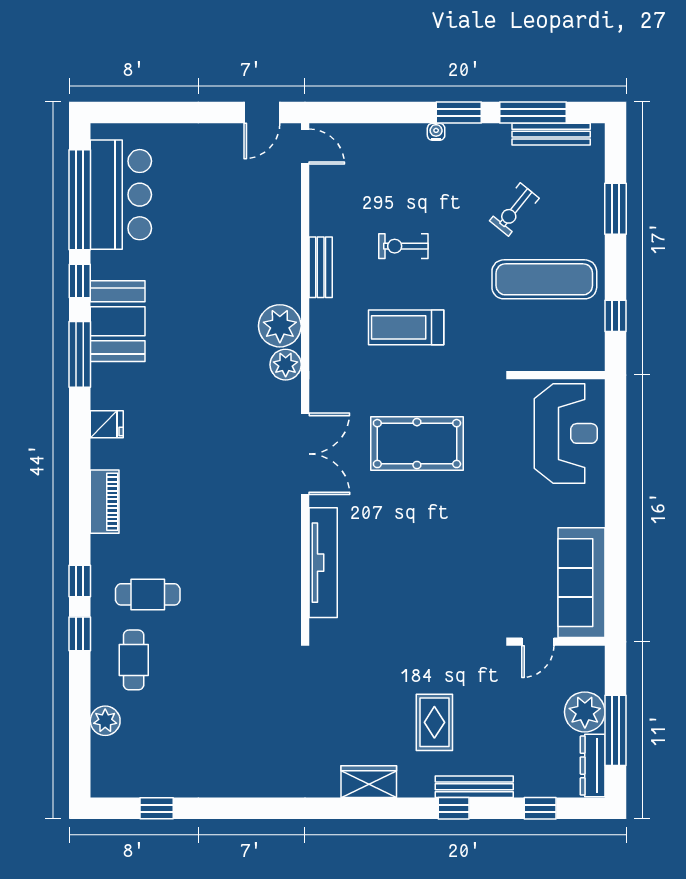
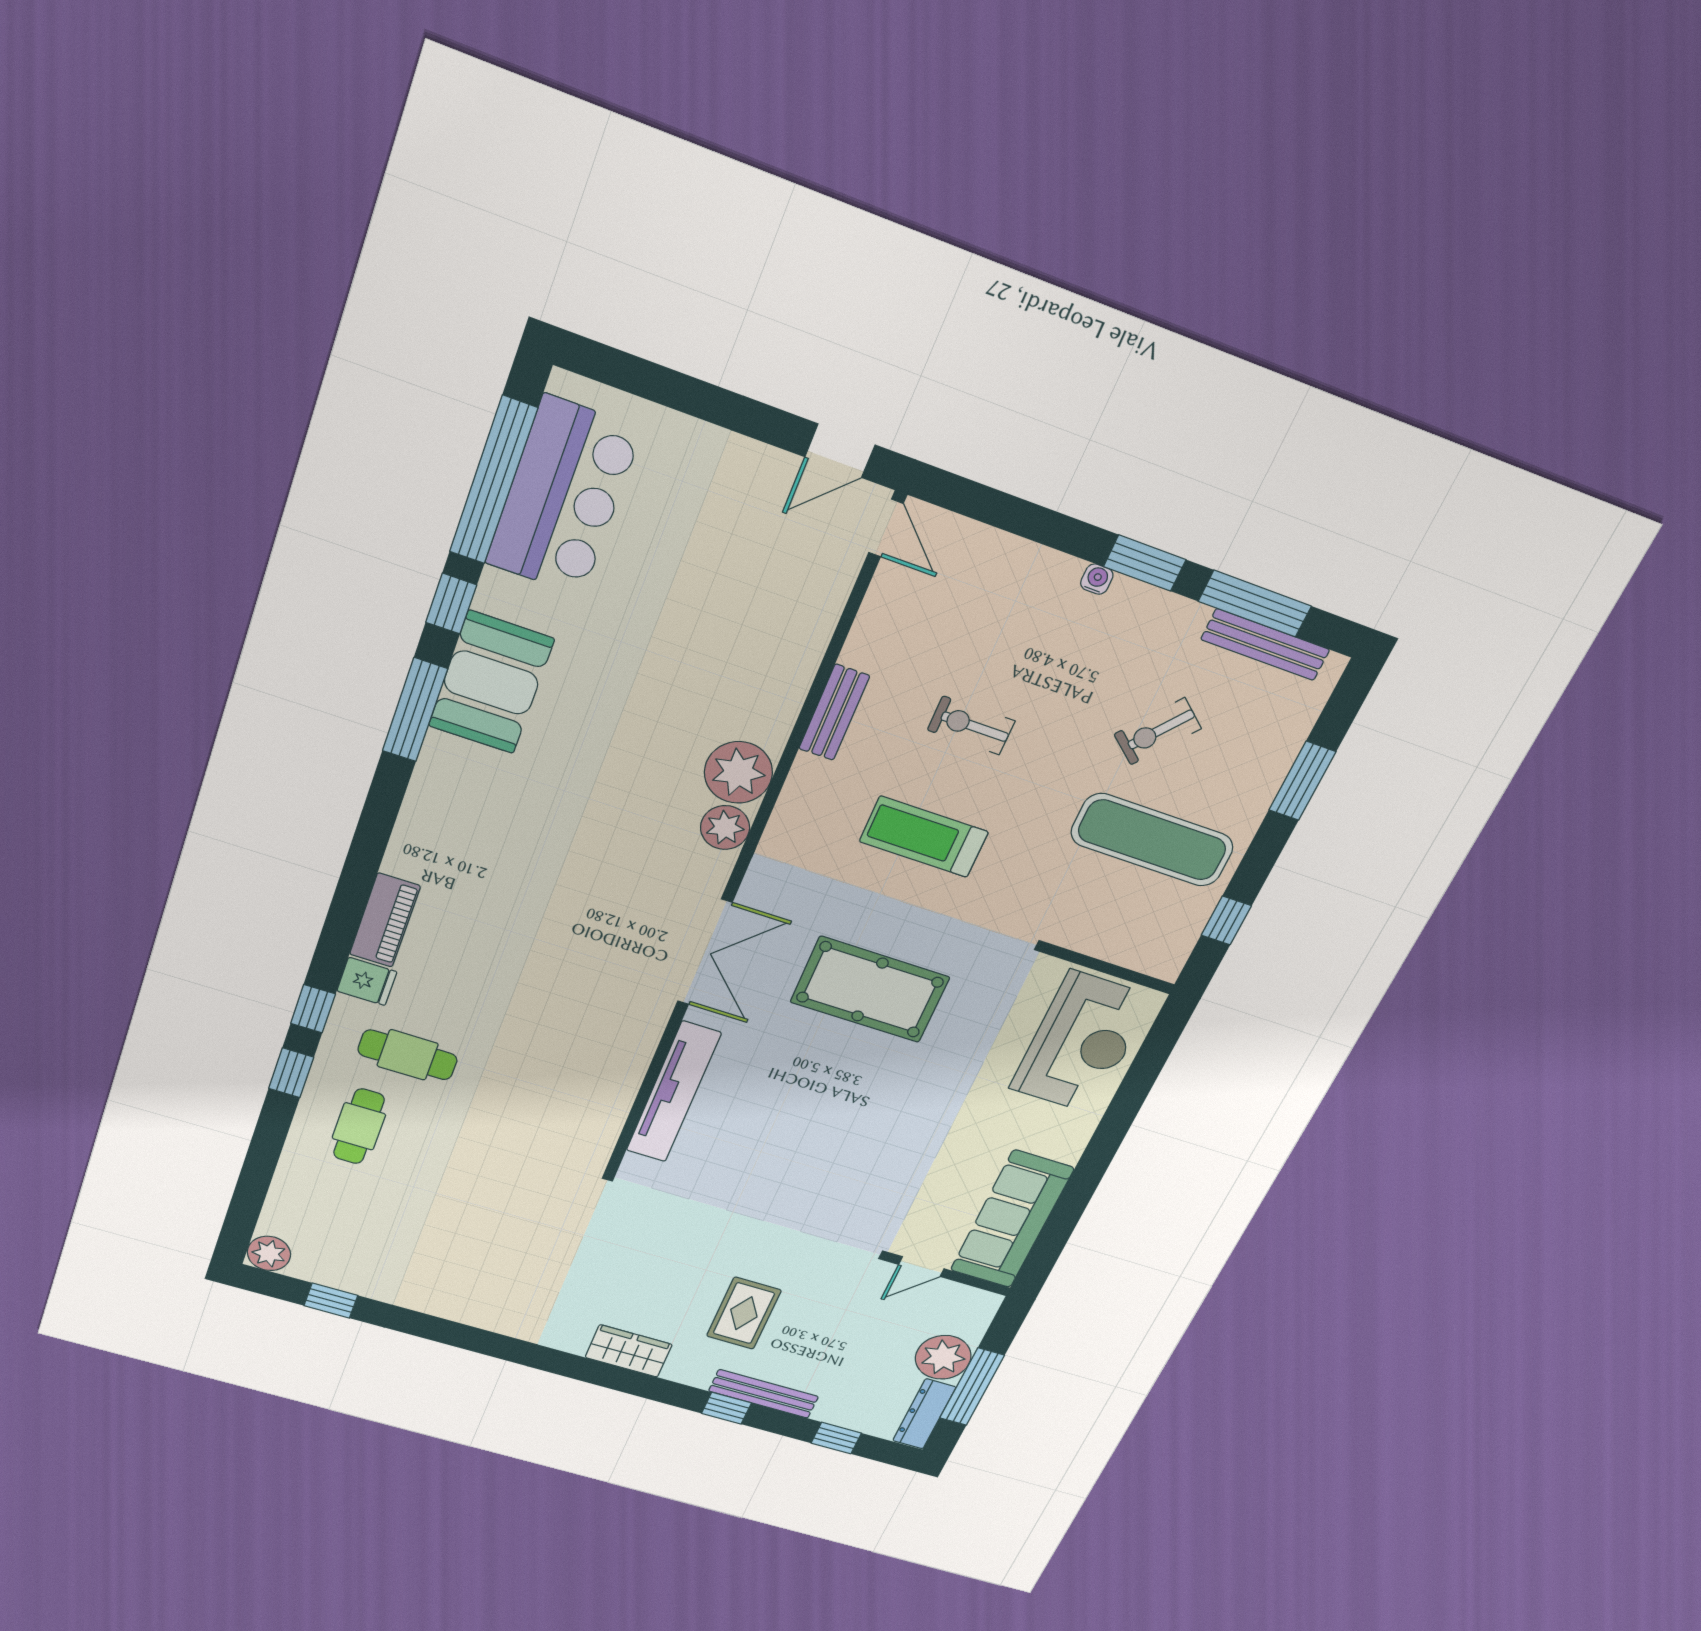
fridge: (107, 424) -> (367, 981), moved
plant: (105, 721) -> (269, 1253), moved

